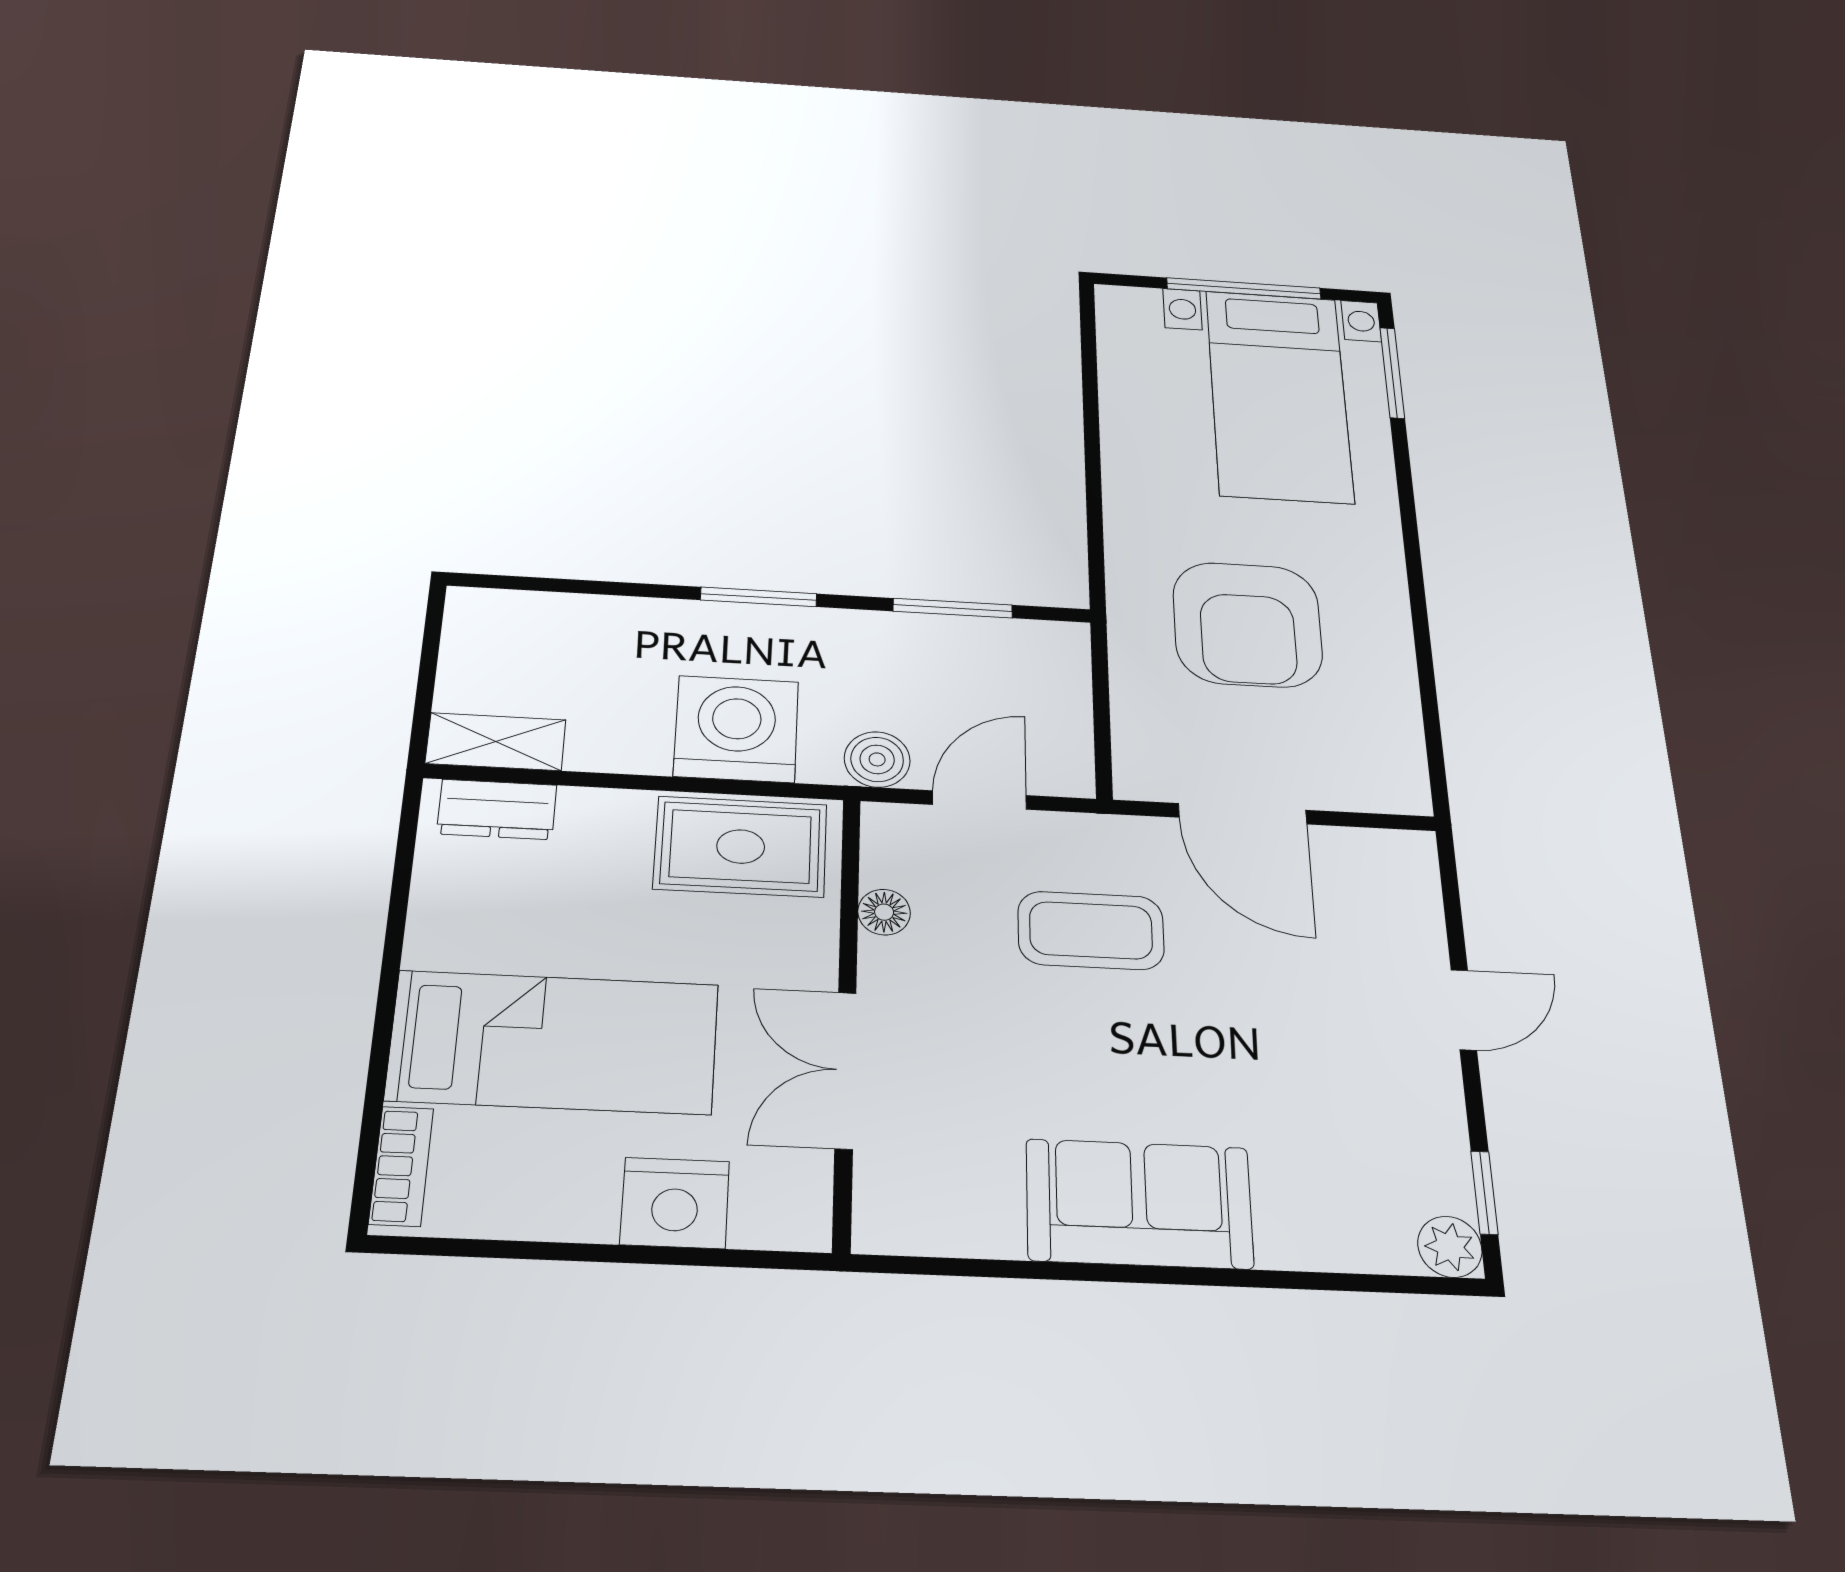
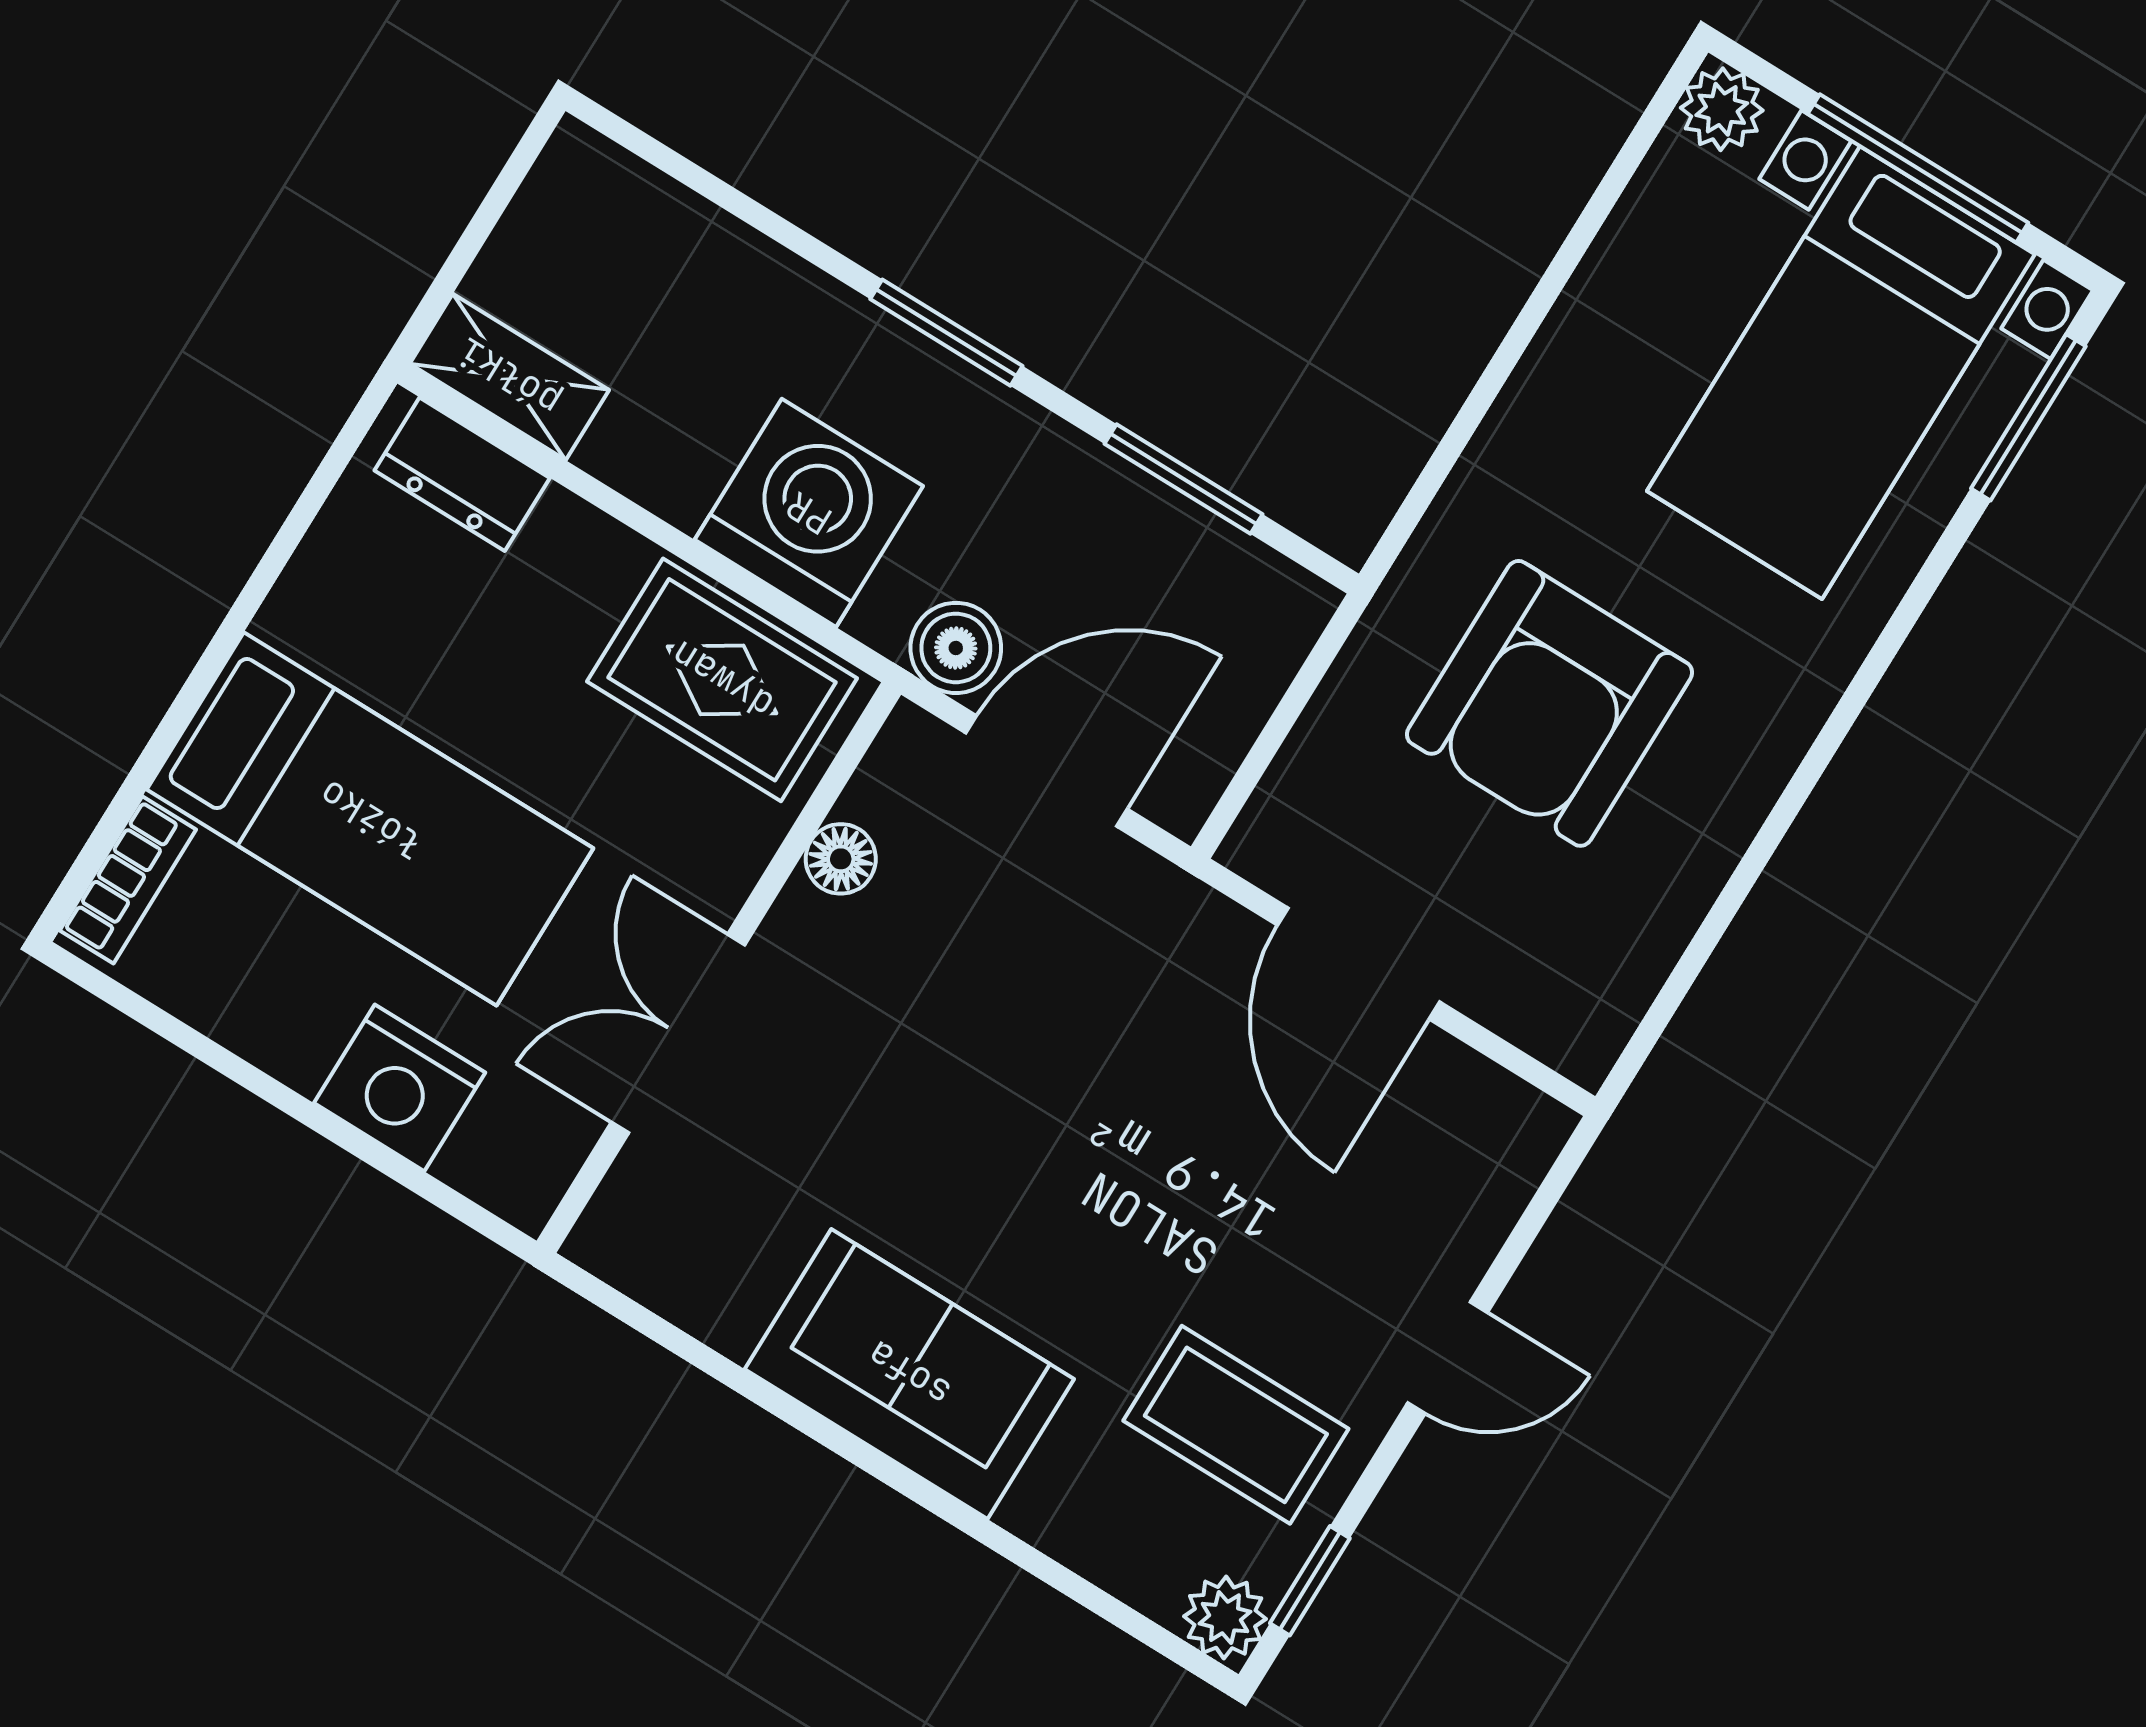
plant: (1121, 305) -> (1722, 109), added
door: (979, 800) -> (1047, 771), width x1.38
coffee table: (1091, 930) -> (1236, 1425), moved

